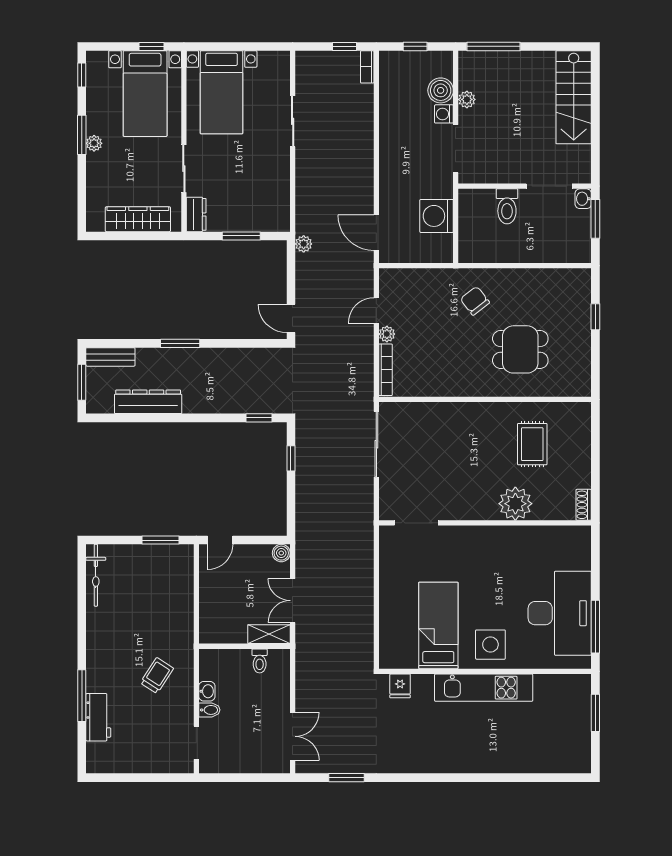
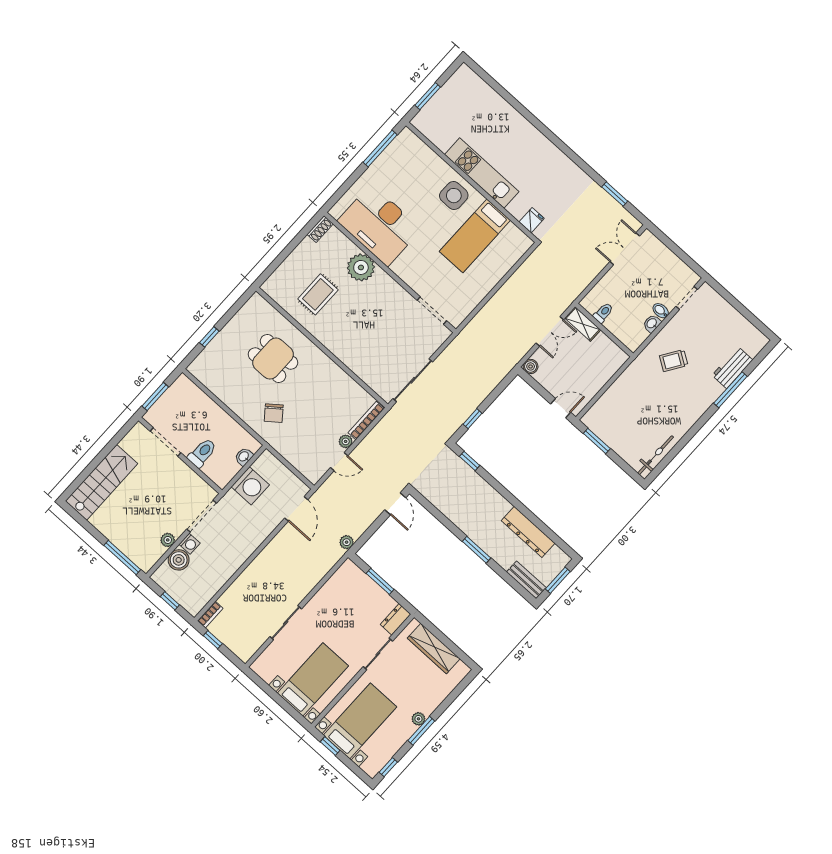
washbasin: (583, 199) -> (244, 457), moved, turned 180
desk: (560, 613) -> (379, 225), moved, turned -90

